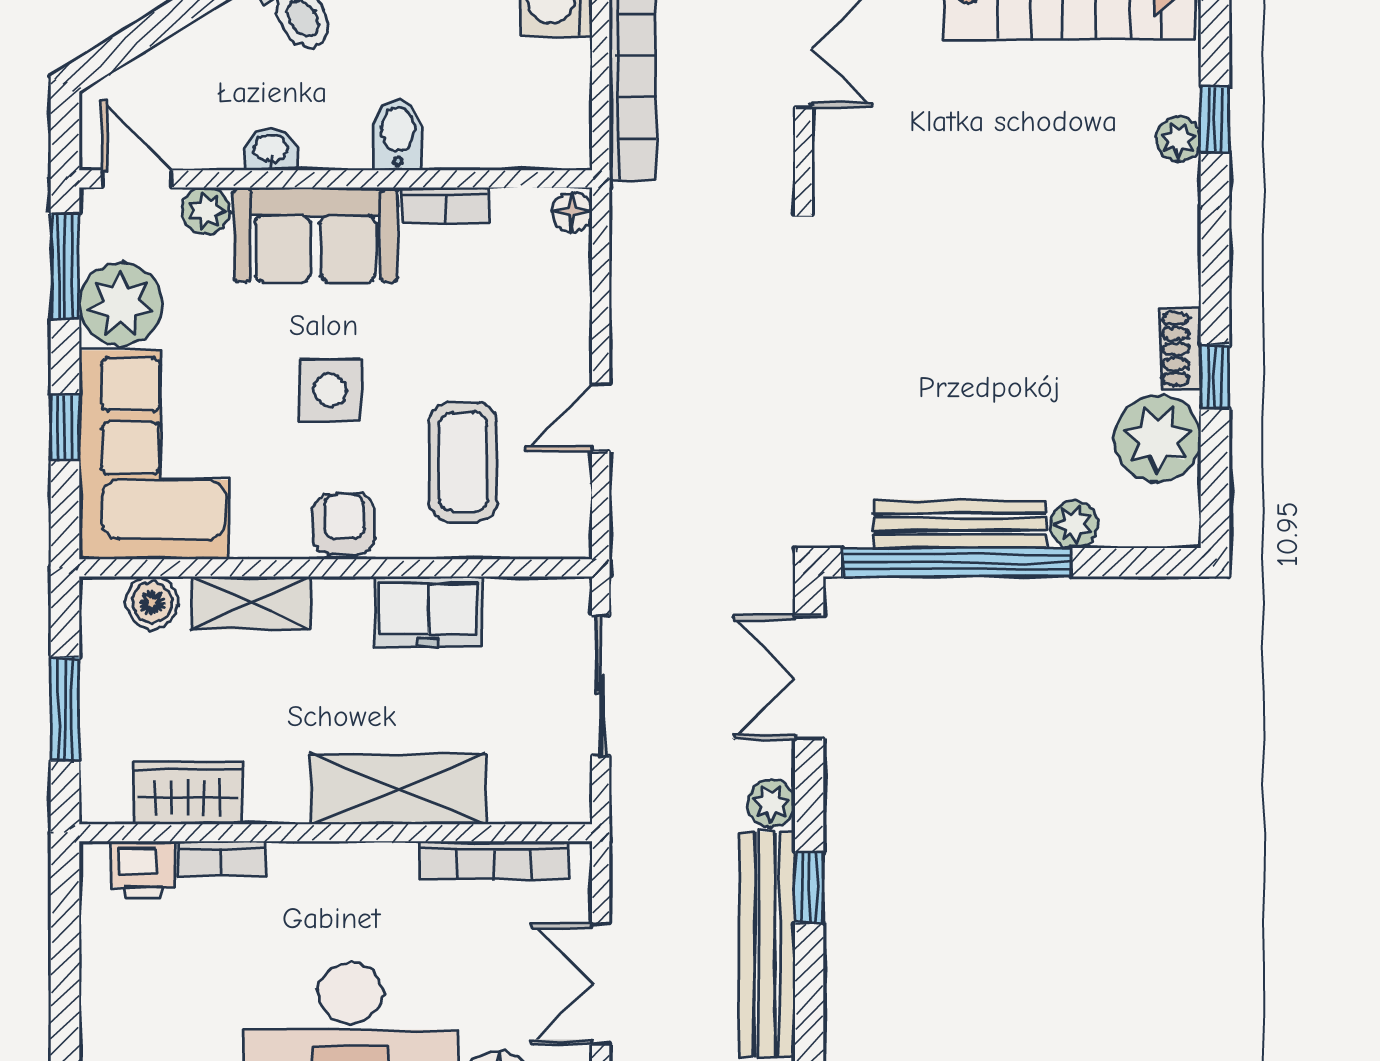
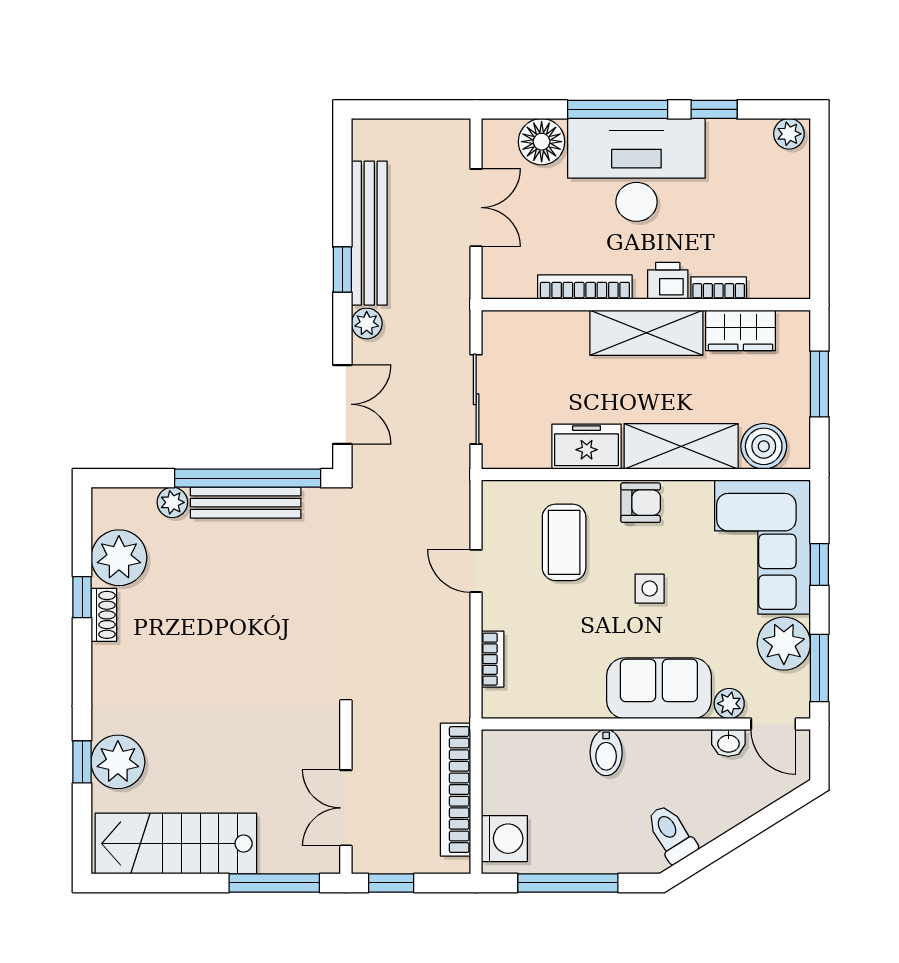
plant: (1179, 139) -> (118, 762), width x1.87, depth x1.87
washbasin: (271, 149) -> (728, 743), moved
bookcase: (445, 205) -> (493, 659), moved, turned 90
floor lamp: (572, 212) -> (494, 703), removed
side table: (330, 390) -> (650, 589), width x0.73, depth x0.73
door: (601, 418) -> (476, 571), swing flipped
armchair: (344, 524) -> (641, 503), turned -90
boiler: (152, 602) -> (764, 446), width x1.36, depth x1.36
shelving: (251, 603) -> (681, 446), width x1.50, depth x1.33
shelving: (398, 789) -> (646, 333), moved
bookcase: (495, 860) -> (585, 287), moved
printer: (143, 870) -> (668, 281), moved

